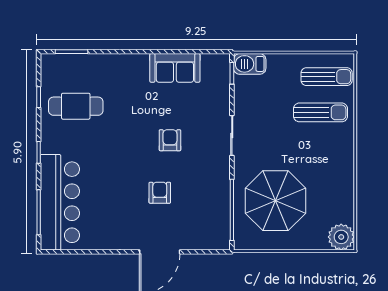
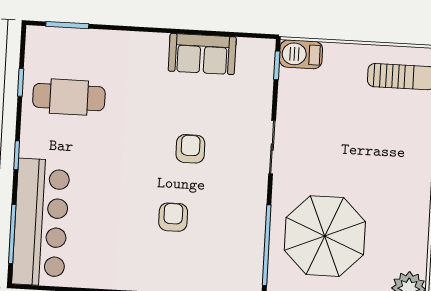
sun lounger: (321, 112) -> (391, 123), removed

